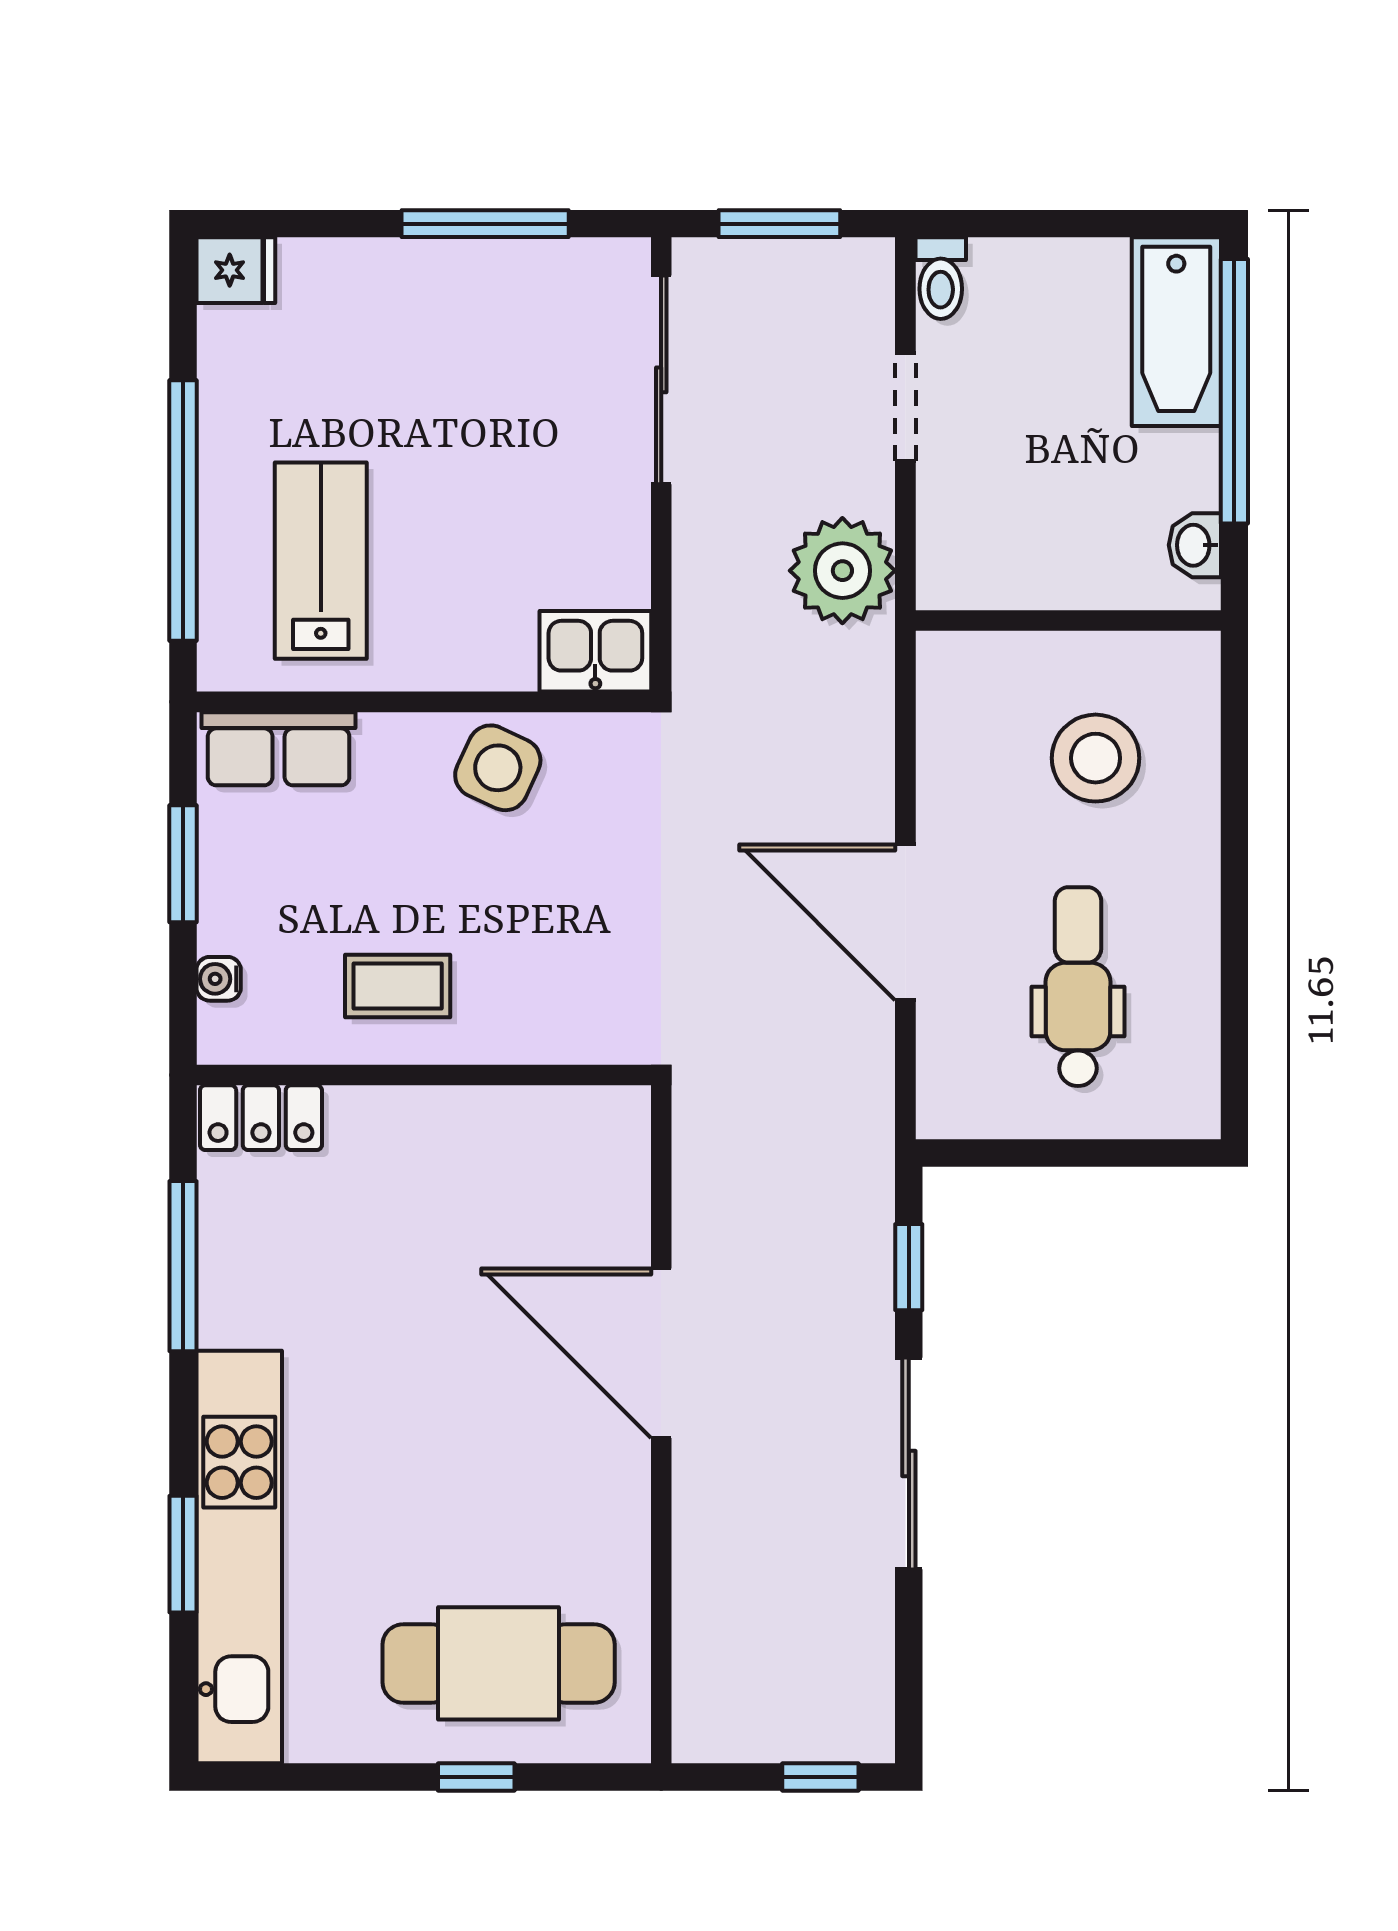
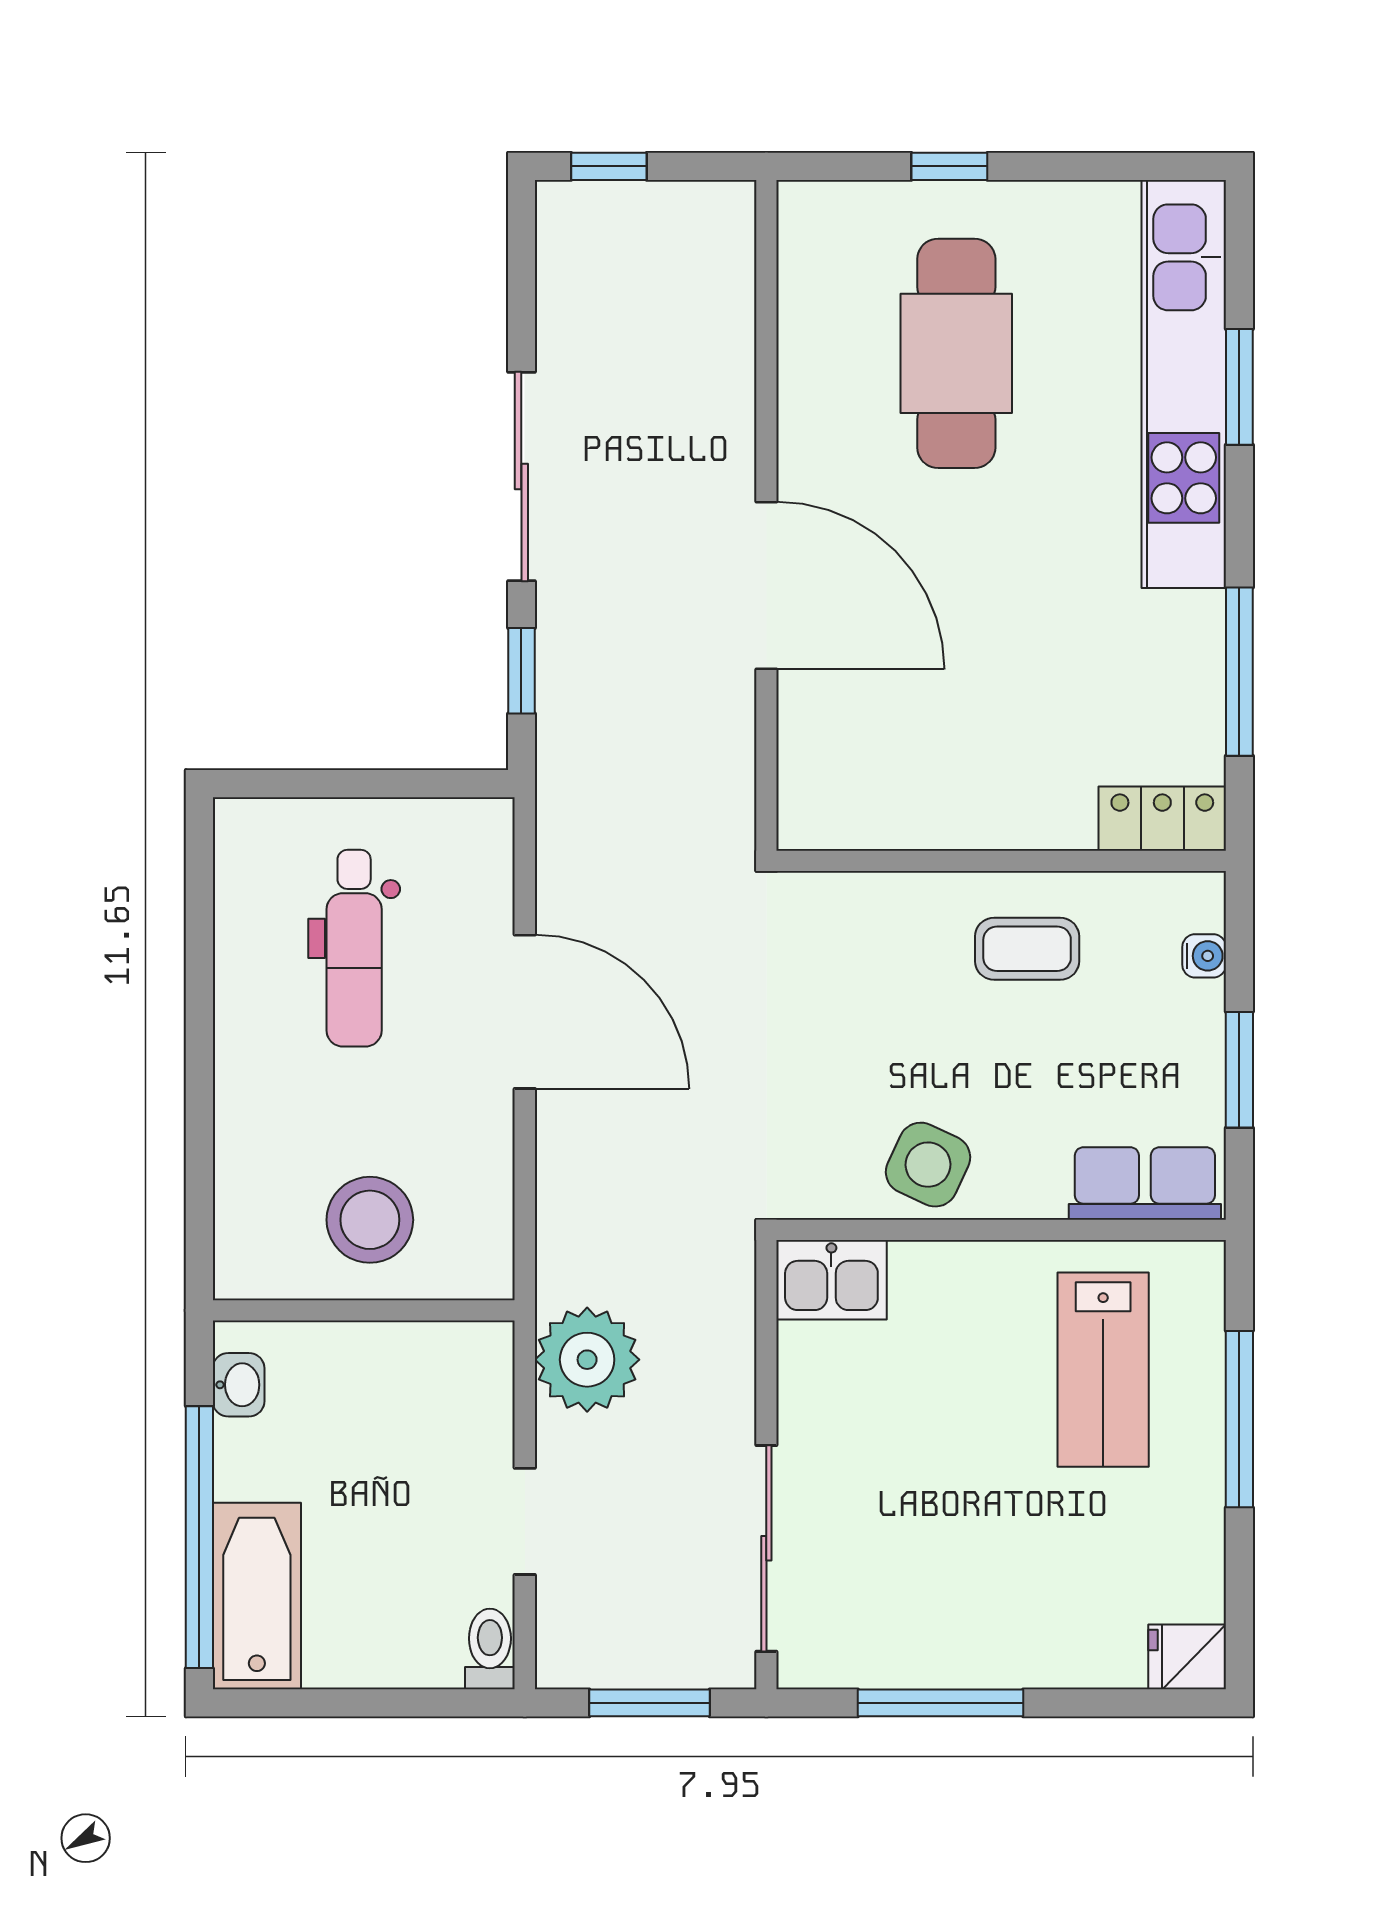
window: (183, 511) -> (1239, 1419), width x0.68
stool: (1096, 758) -> (370, 1220), moved
cafe table: (499, 1663) -> (956, 353), moved, turned 90

